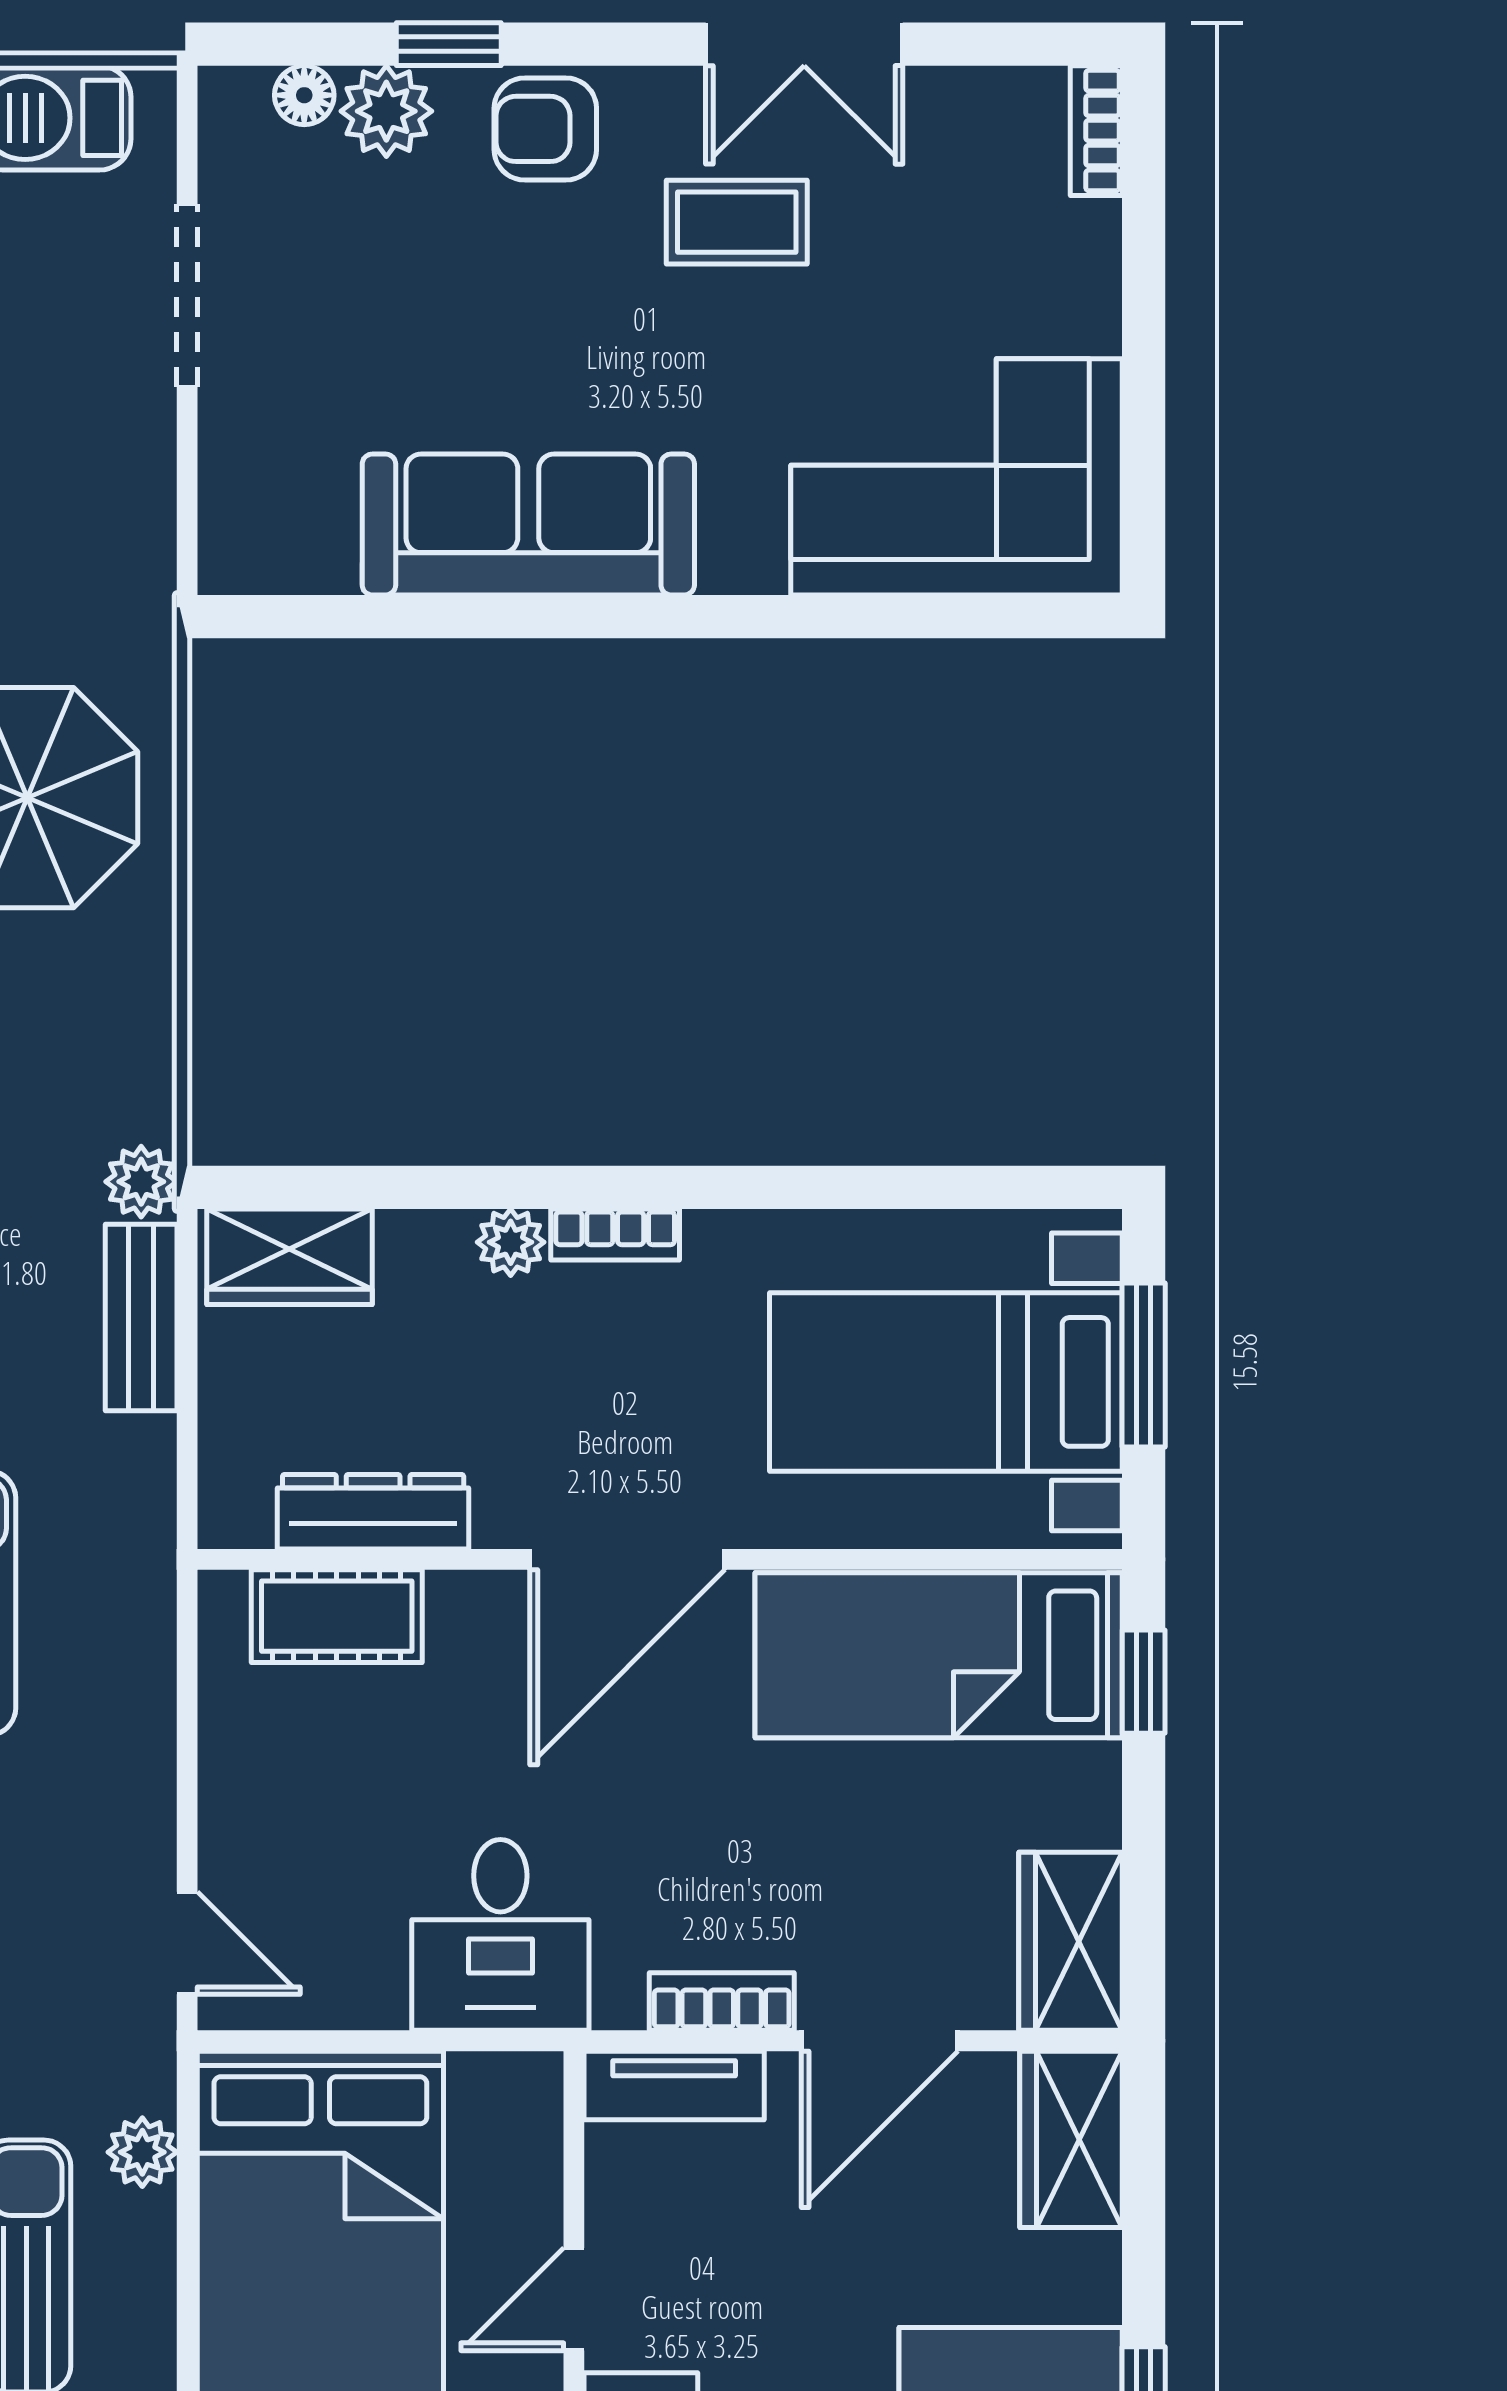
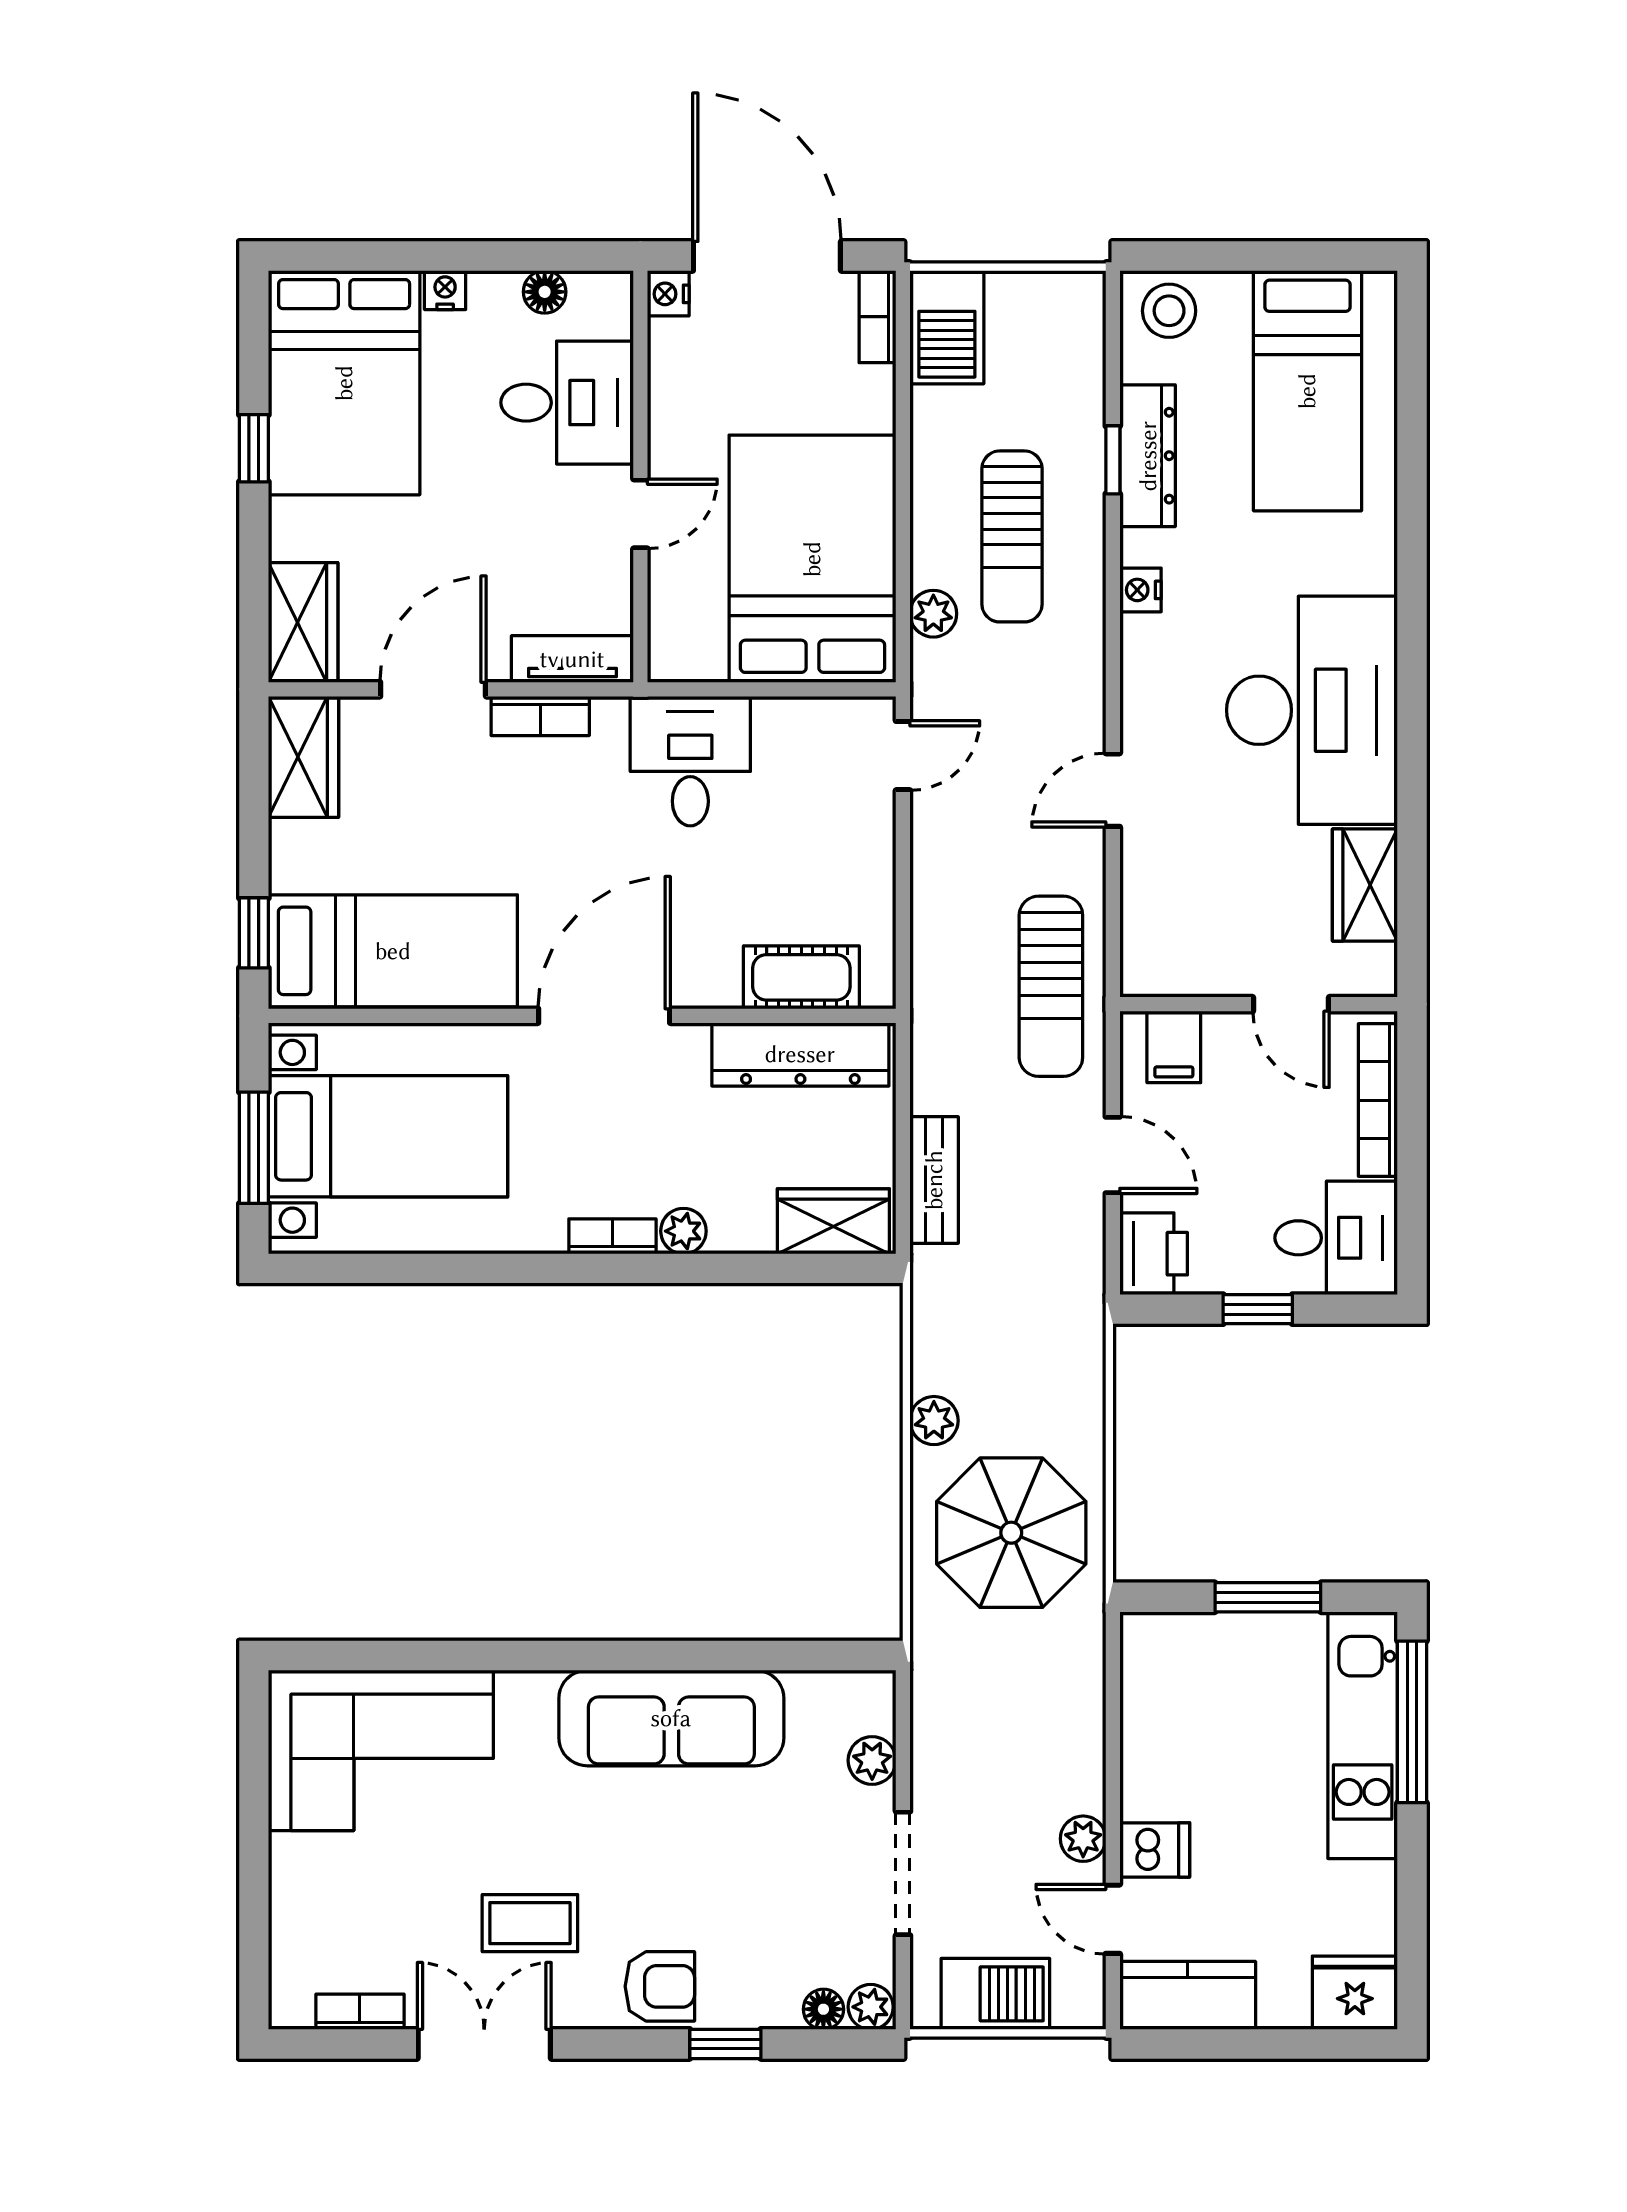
plant: (386, 111) -> (871, 2007), moved, width x0.73, depth x0.73
bookcase: (1096, 131) -> (360, 2012), moved, turned -90
plant: (233, 462) -> (872, 1760), added
plant: (141, 1182) -> (934, 1421), moved
dresser: (373, 1512) -> (800, 1054), width x1.37, depth x1.24
door: (187, 1943) -> (903, 756), swing flipped

